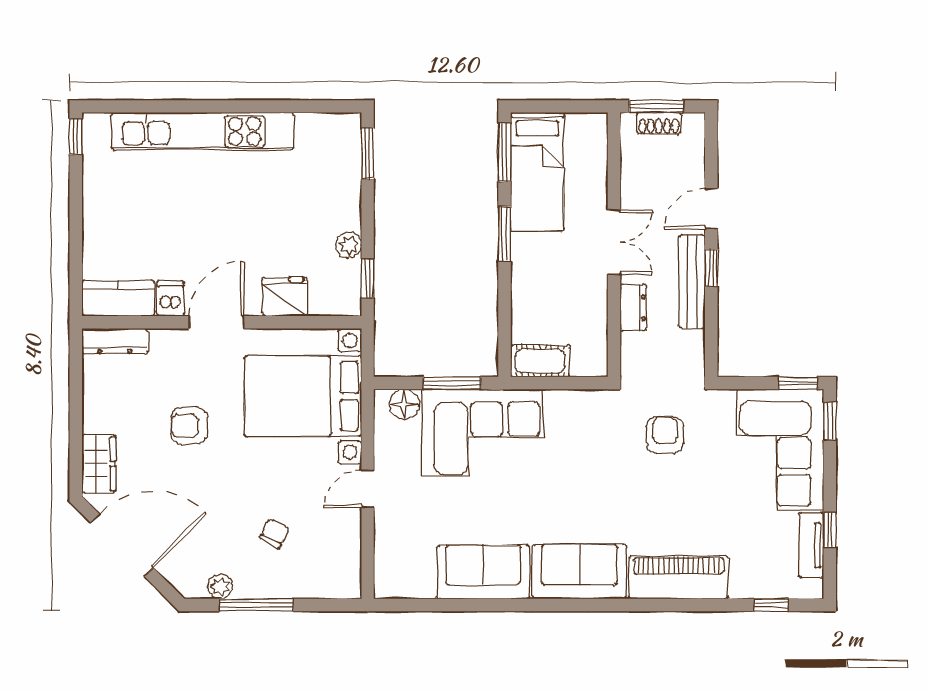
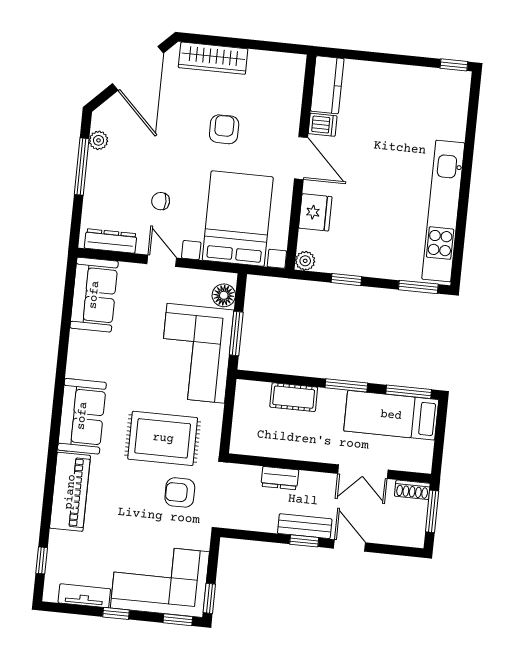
shoe rack: (659, 123) -> (412, 490), moved, turned -90
kitchen unit: (203, 131) -> (443, 211), moved
double door: (614, 242) -> (363, 472), moved
plant: (349, 245) -> (305, 261), moved
window: (368, 278) -> (346, 280), moved
bench: (692, 282) -> (305, 526), width x0.73
dresser: (115, 341) -> (111, 241), moved, turned 90
cot: (540, 361) -> (294, 397), moved, turned 90
armchair: (665, 435) -> (180, 492), turned 180
wardrobe: (99, 464) -> (213, 58), width x1.50
rug: (597, 464) -> (163, 438), added
window: (830, 530) -> (116, 613), moved
chair: (274, 533) -> (161, 201), moved, turned 152
sofa: (483, 572) -> (94, 295), moved

